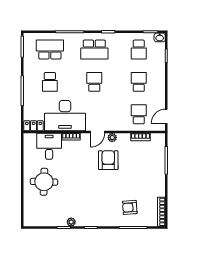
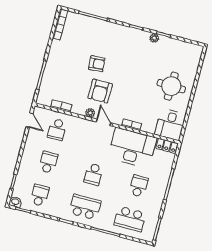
school desk: (139, 82) -> (48, 162), turned 180
door: (166, 116) -> (30, 120), hinge flipped
door: (98, 132) -> (104, 122), hinge flipped
desk: (49, 146) -> (170, 124), moved
armchair: (130, 207) -> (97, 64), moved

